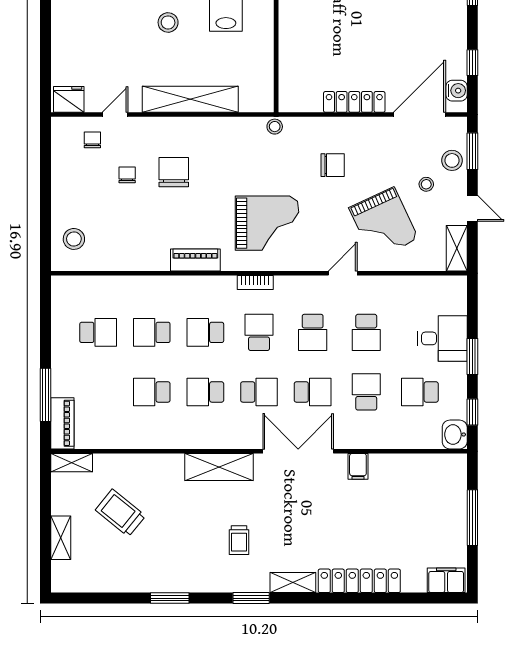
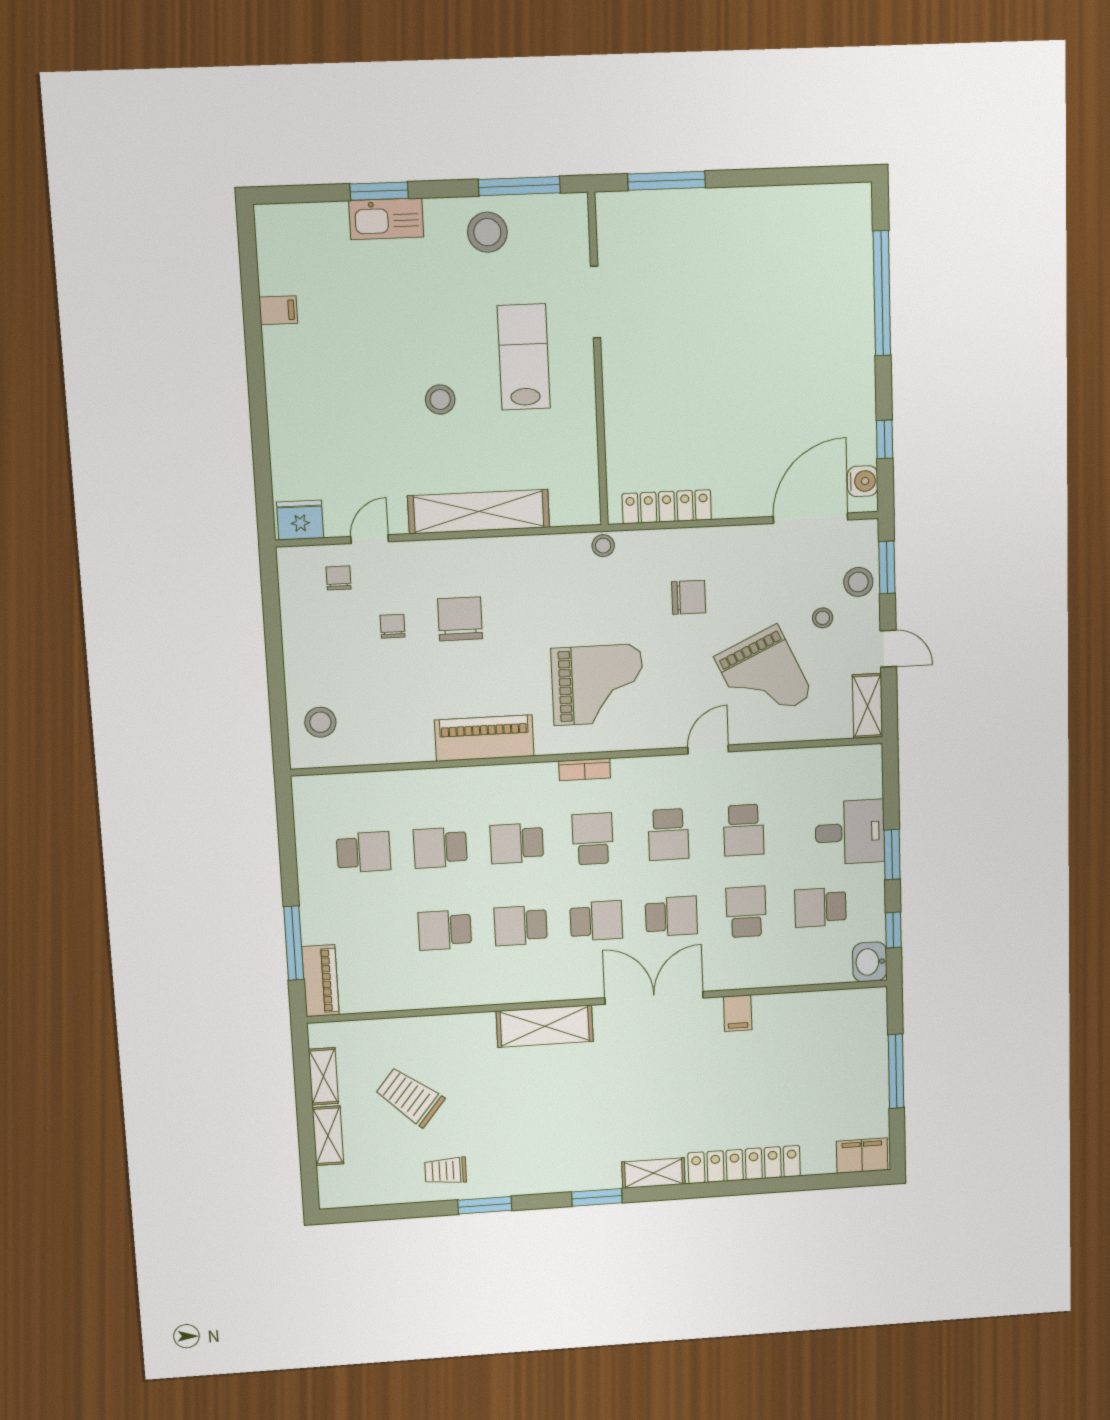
locker: (354, 102) -> (667, 507), moved
piano: (195, 260) -> (484, 738), width x1.37, depth x1.33
shelving: (72, 463) -> (323, 1076), moved, turned 90
trolley: (239, 540) -> (446, 1171), moved, turned 90

